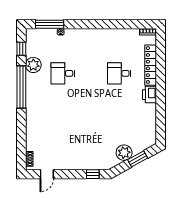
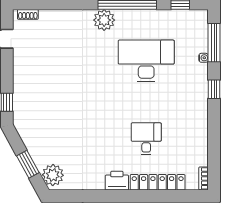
window: (83, 24) -> (214, 89), added
plant: (33, 65) -> (104, 20), moved
desk: (63, 73) -> (146, 61), width x1.87, depth x1.30
plant: (124, 153) -> (53, 175), moved

